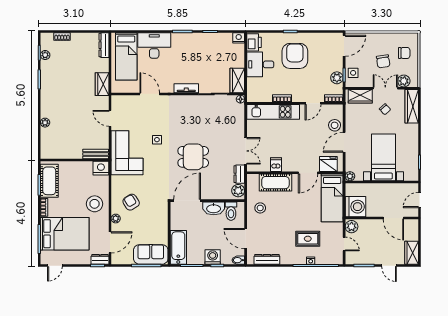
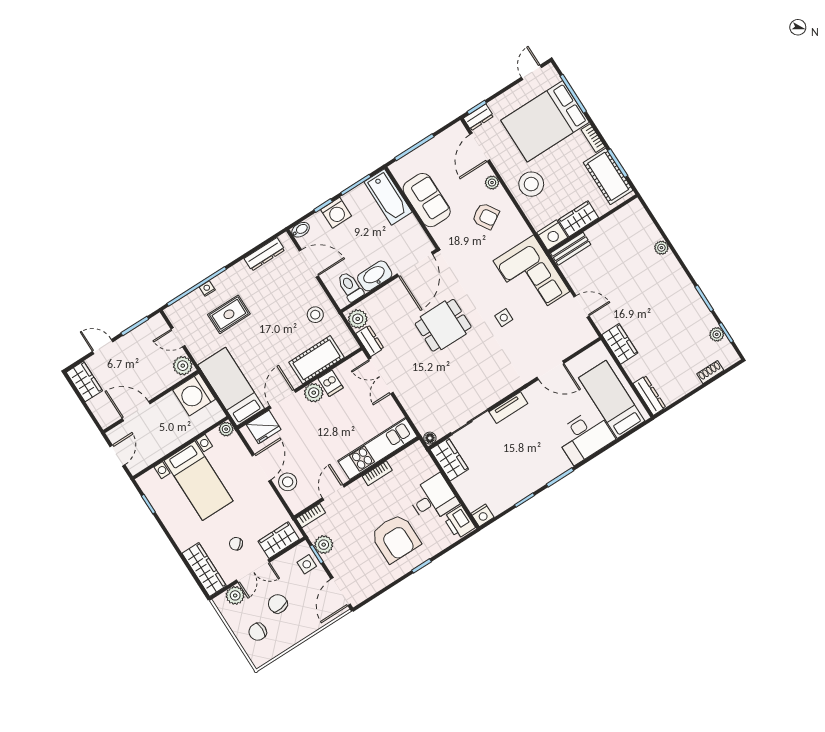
plant: (289, 165) -> (314, 393), added
wardrobe: (81, 168) -> (578, 219), added
sofa: (151, 254) -> (427, 200), moved, turned -90

